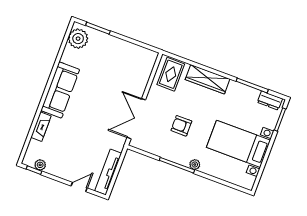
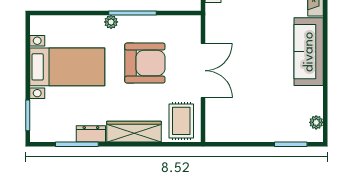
plant: (78, 39) -> (316, 122), width x0.53, depth x0.53
dresser: (270, 101) -> (91, 134), moved
double door: (136, 119) -> (203, 71), moved
armchair: (181, 126) -> (145, 63), width x1.88, depth x1.88

